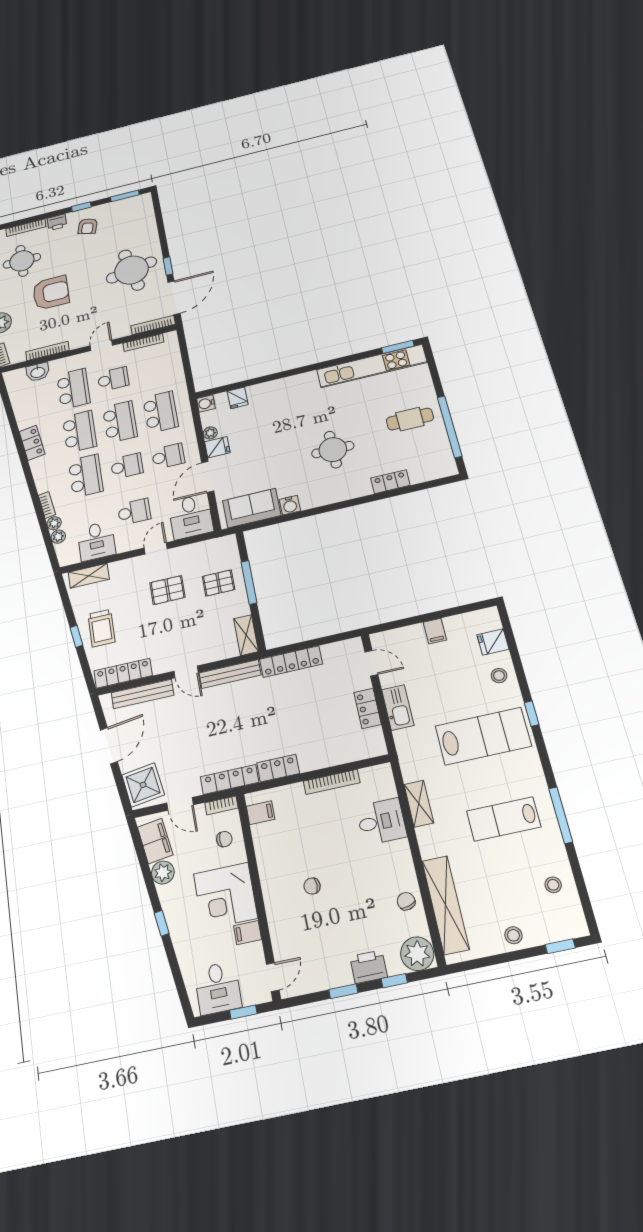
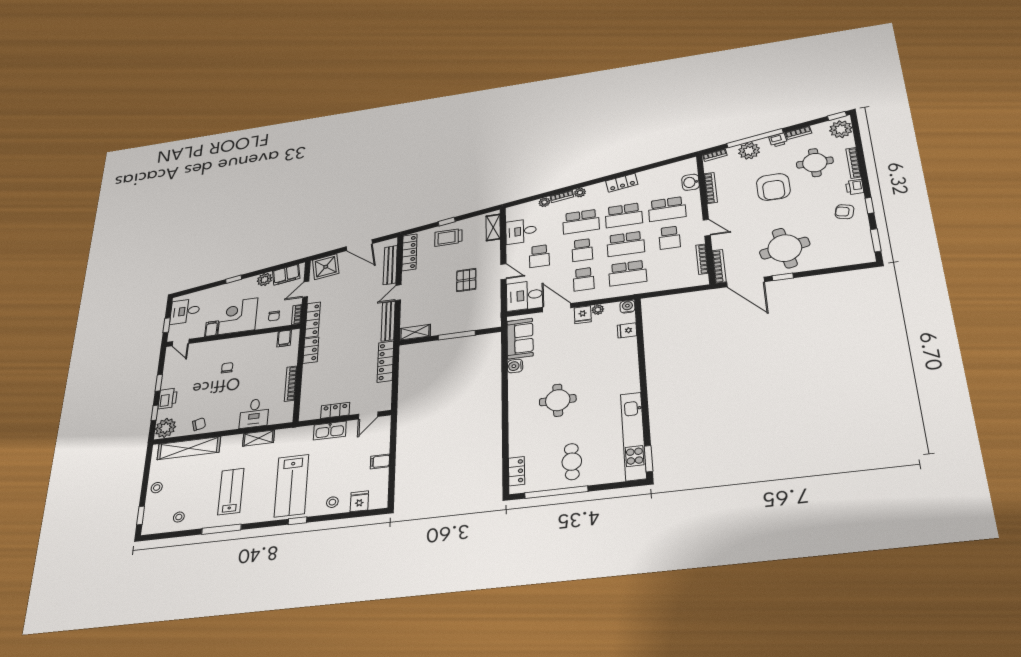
locker: (390, 482) -> (517, 471), moved
plant: (58, 537) -> (580, 193), moved
pallet: (218, 583) -> (462, 314), removed

